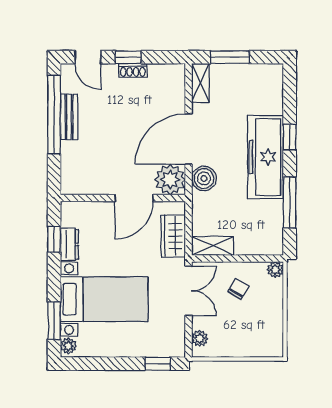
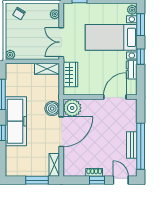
door: (134, 198) -> (115, 97), moved
window: (54, 239) -> (141, 57), moved
chair: (238, 289) -> (19, 13), moved

